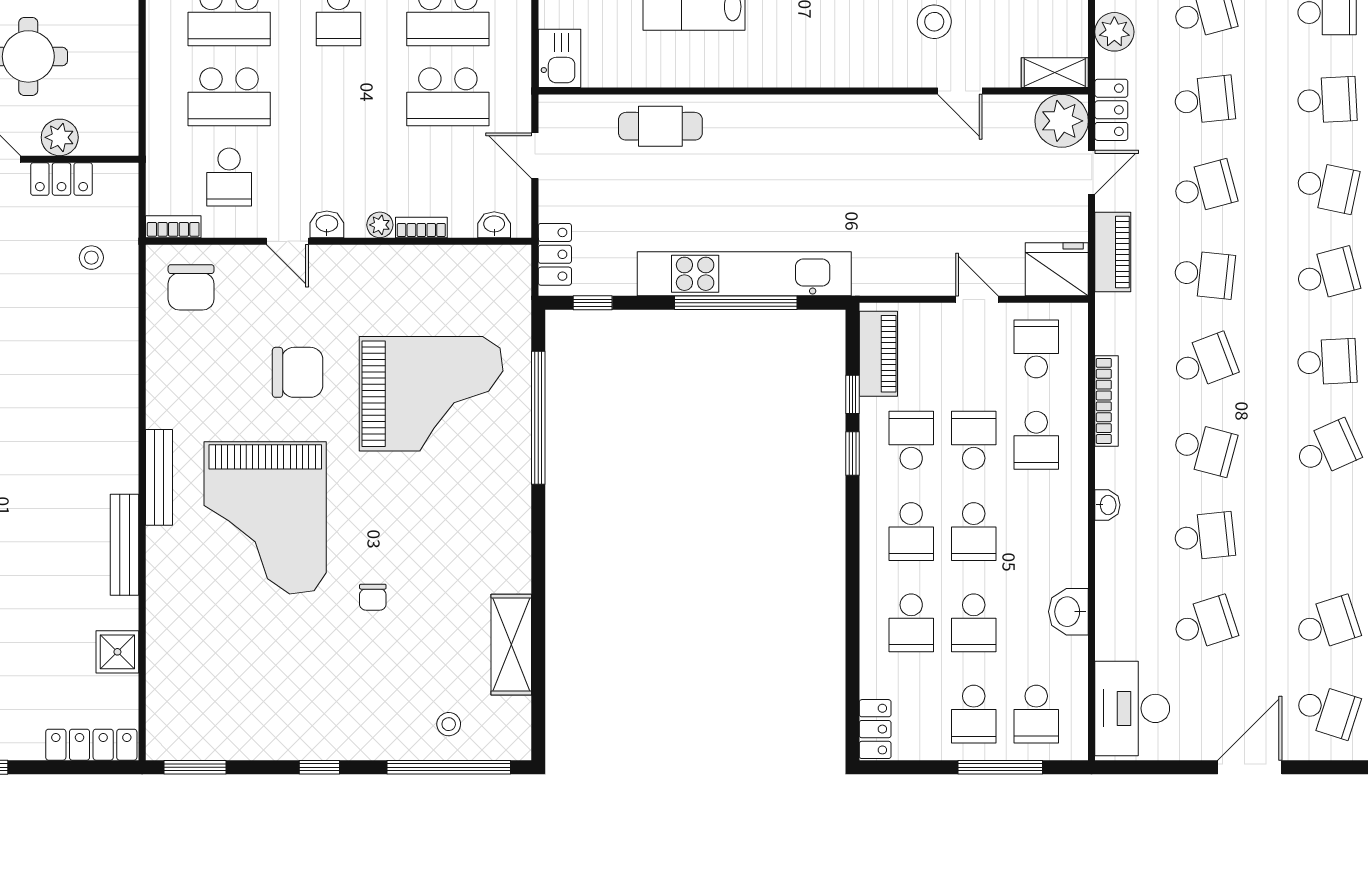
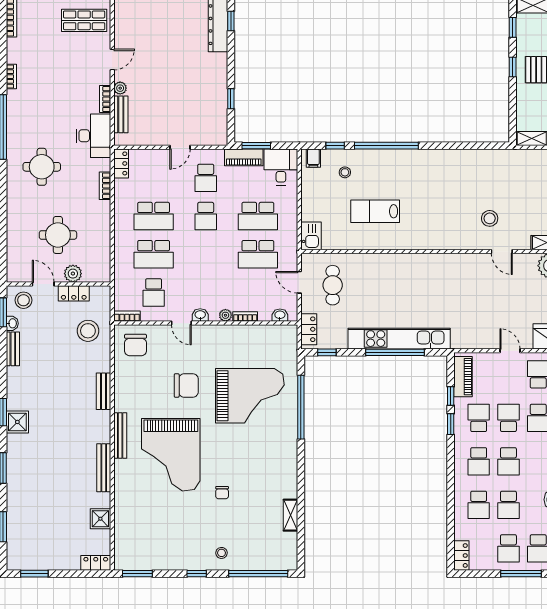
cafe table: (660, 126) -> (333, 285), moved, turned 90
stool: (91, 258) -> (88, 331), width x1.89, depth x1.89
bench: (124, 384) -> (104, 391), added
shelving: (511, 645) -> (290, 515), width x0.67, depth x0.75
stool: (449, 724) -> (221, 553), moved
locker: (91, 745) -> (96, 563), width x0.66

